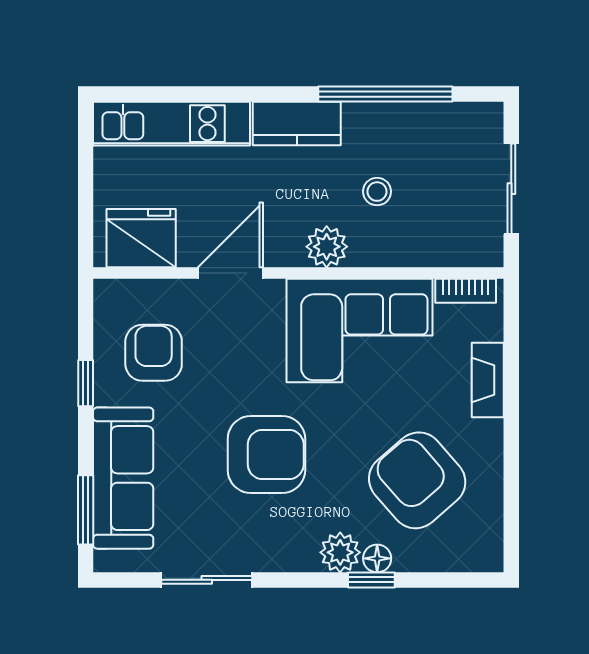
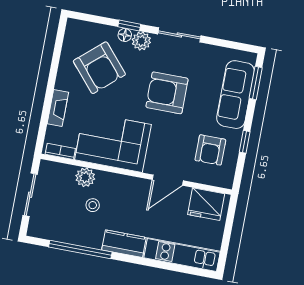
plant: (327, 247) -> (85, 177), moved
sliding door: (207, 580) -> (179, 35), moved

